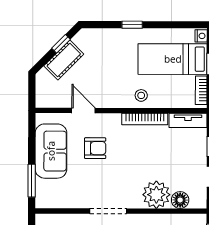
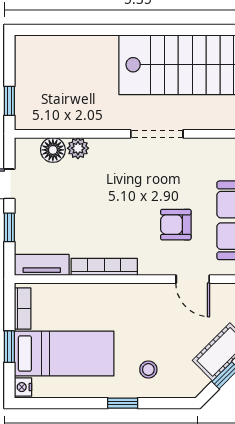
stool: (141, 95) -> (148, 370), moved
plant: (156, 195) -> (78, 148), width x0.53, depth x0.53

